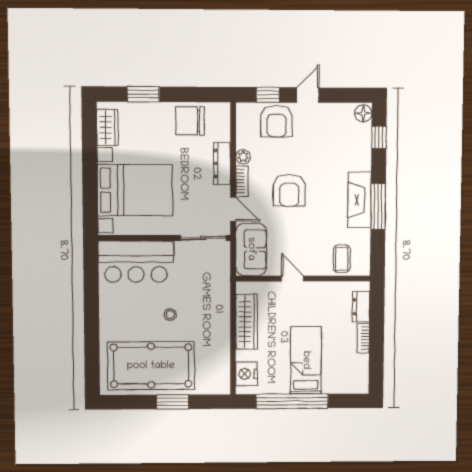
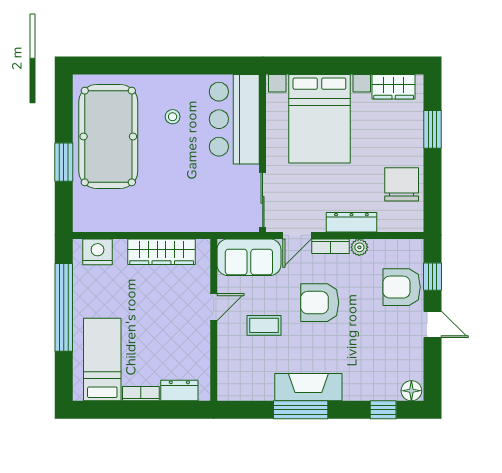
coffee table: (342, 259) -> (264, 325), moved
stool: (170, 315) -> (173, 117), moved
bed: (306, 360) -> (102, 360), moved, turned -90

